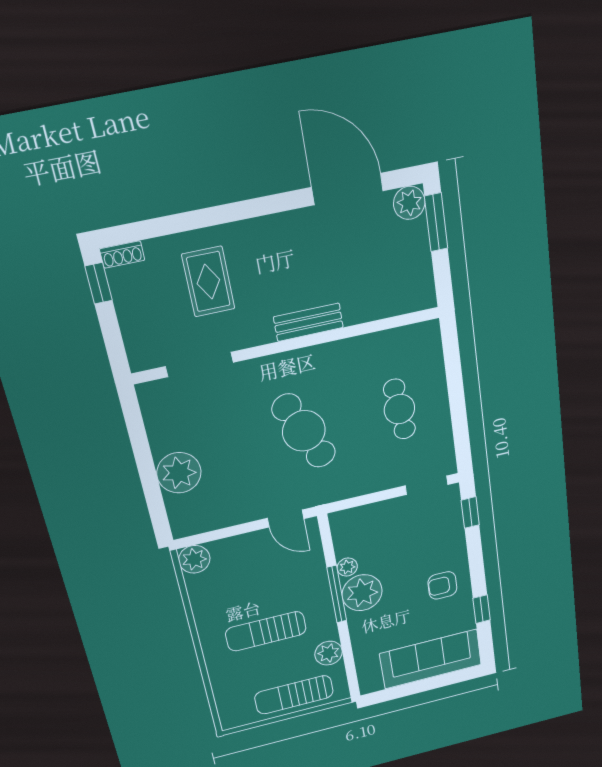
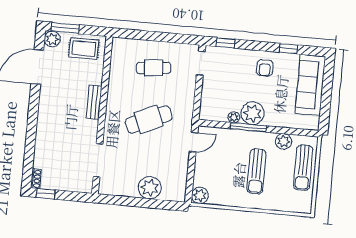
rug: (208, 282) -> (84, 49), moved

